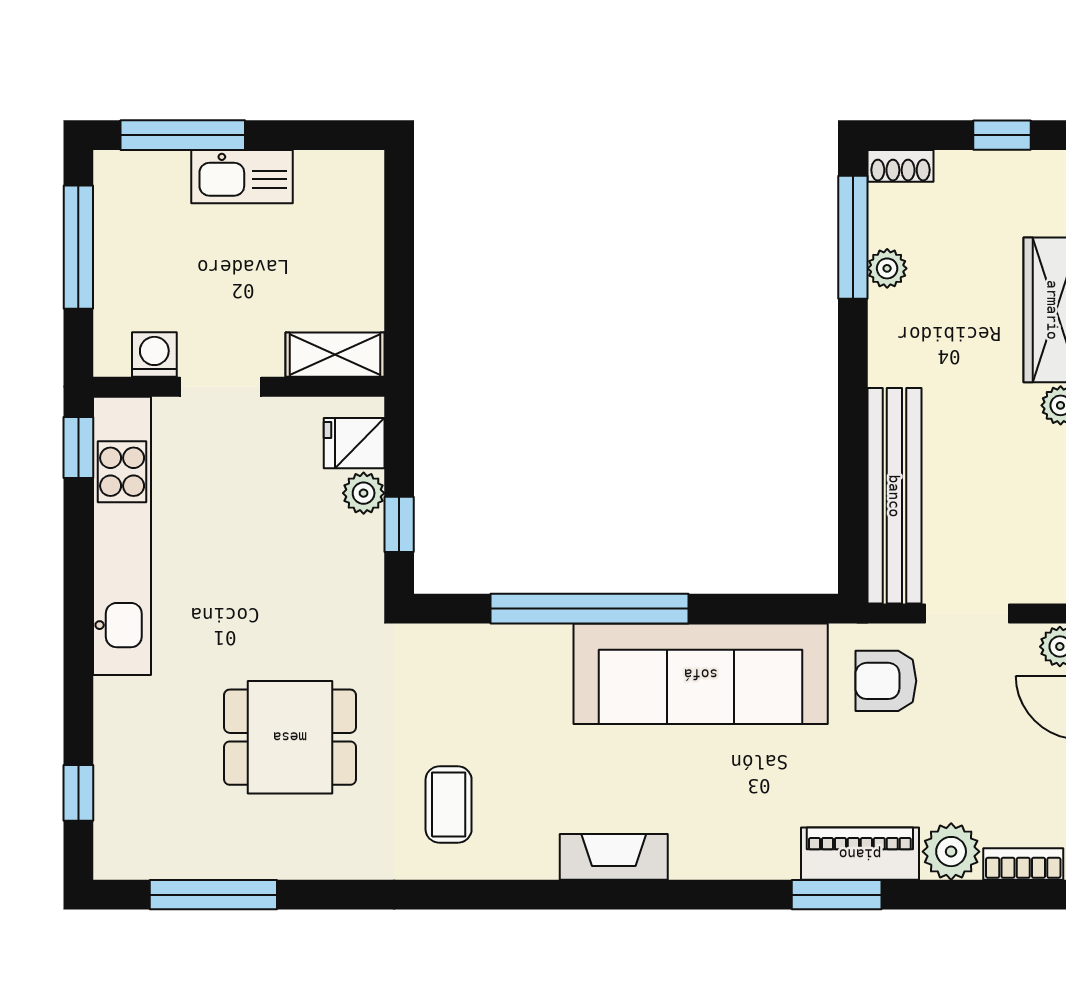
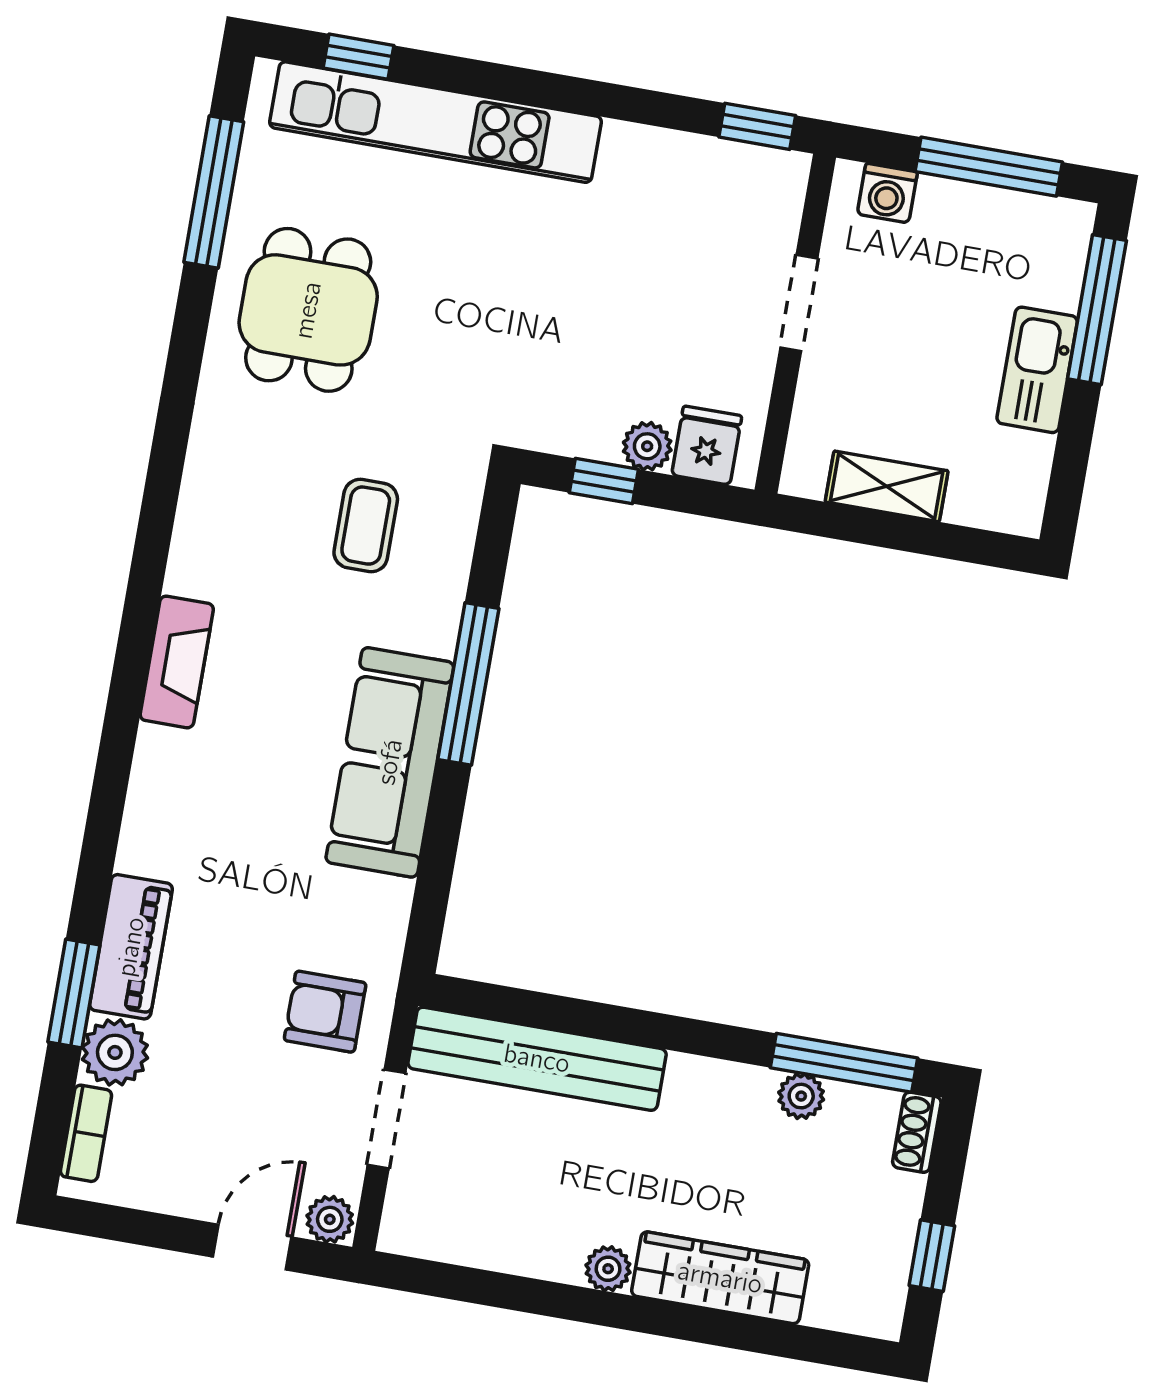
washing machine: (154, 355) -> (887, 193), moved, turned 90
shelving: (335, 355) -> (887, 486), moved, turned 90
kitchen unit: (122, 536) -> (436, 122), moved
window: (590, 609) -> (468, 684), width x0.68
sofa: (701, 674) -> (390, 762), width x0.74, depth x0.79
armchair: (886, 681) -> (325, 1012), turned -90
dining table: (290, 737) -> (308, 310), moved
coffee table: (449, 805) -> (366, 526), moved, turned 90
window: (837, 895) -> (74, 993), moved

